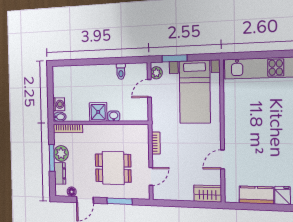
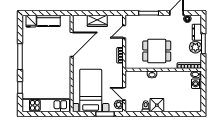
door: (149, 88) -> (124, 94), swing flipped
shower: (98, 112) -> (157, 105), moved
door: (223, 160) -> (72, 44), width x1.88
dining table: (113, 168) -> (157, 51), moved
wardrobe: (208, 194) -> (97, 21), moved

